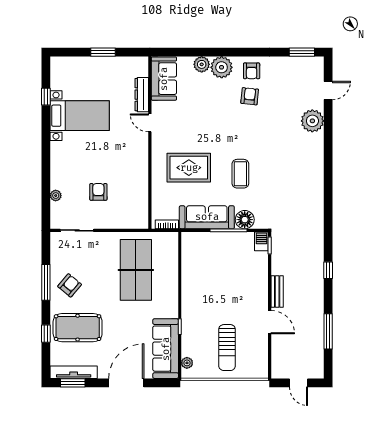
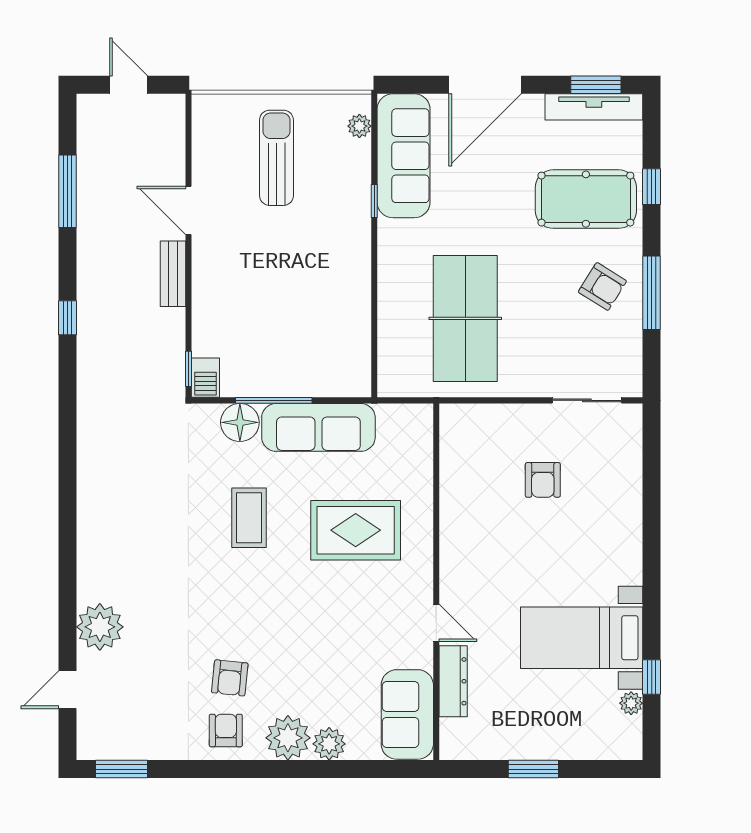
plant: (56, 196) -> (631, 703), moved
bookcase: (167, 224) -> (401, 413), removed
armchair: (70, 285) -> (602, 286), turned -98

